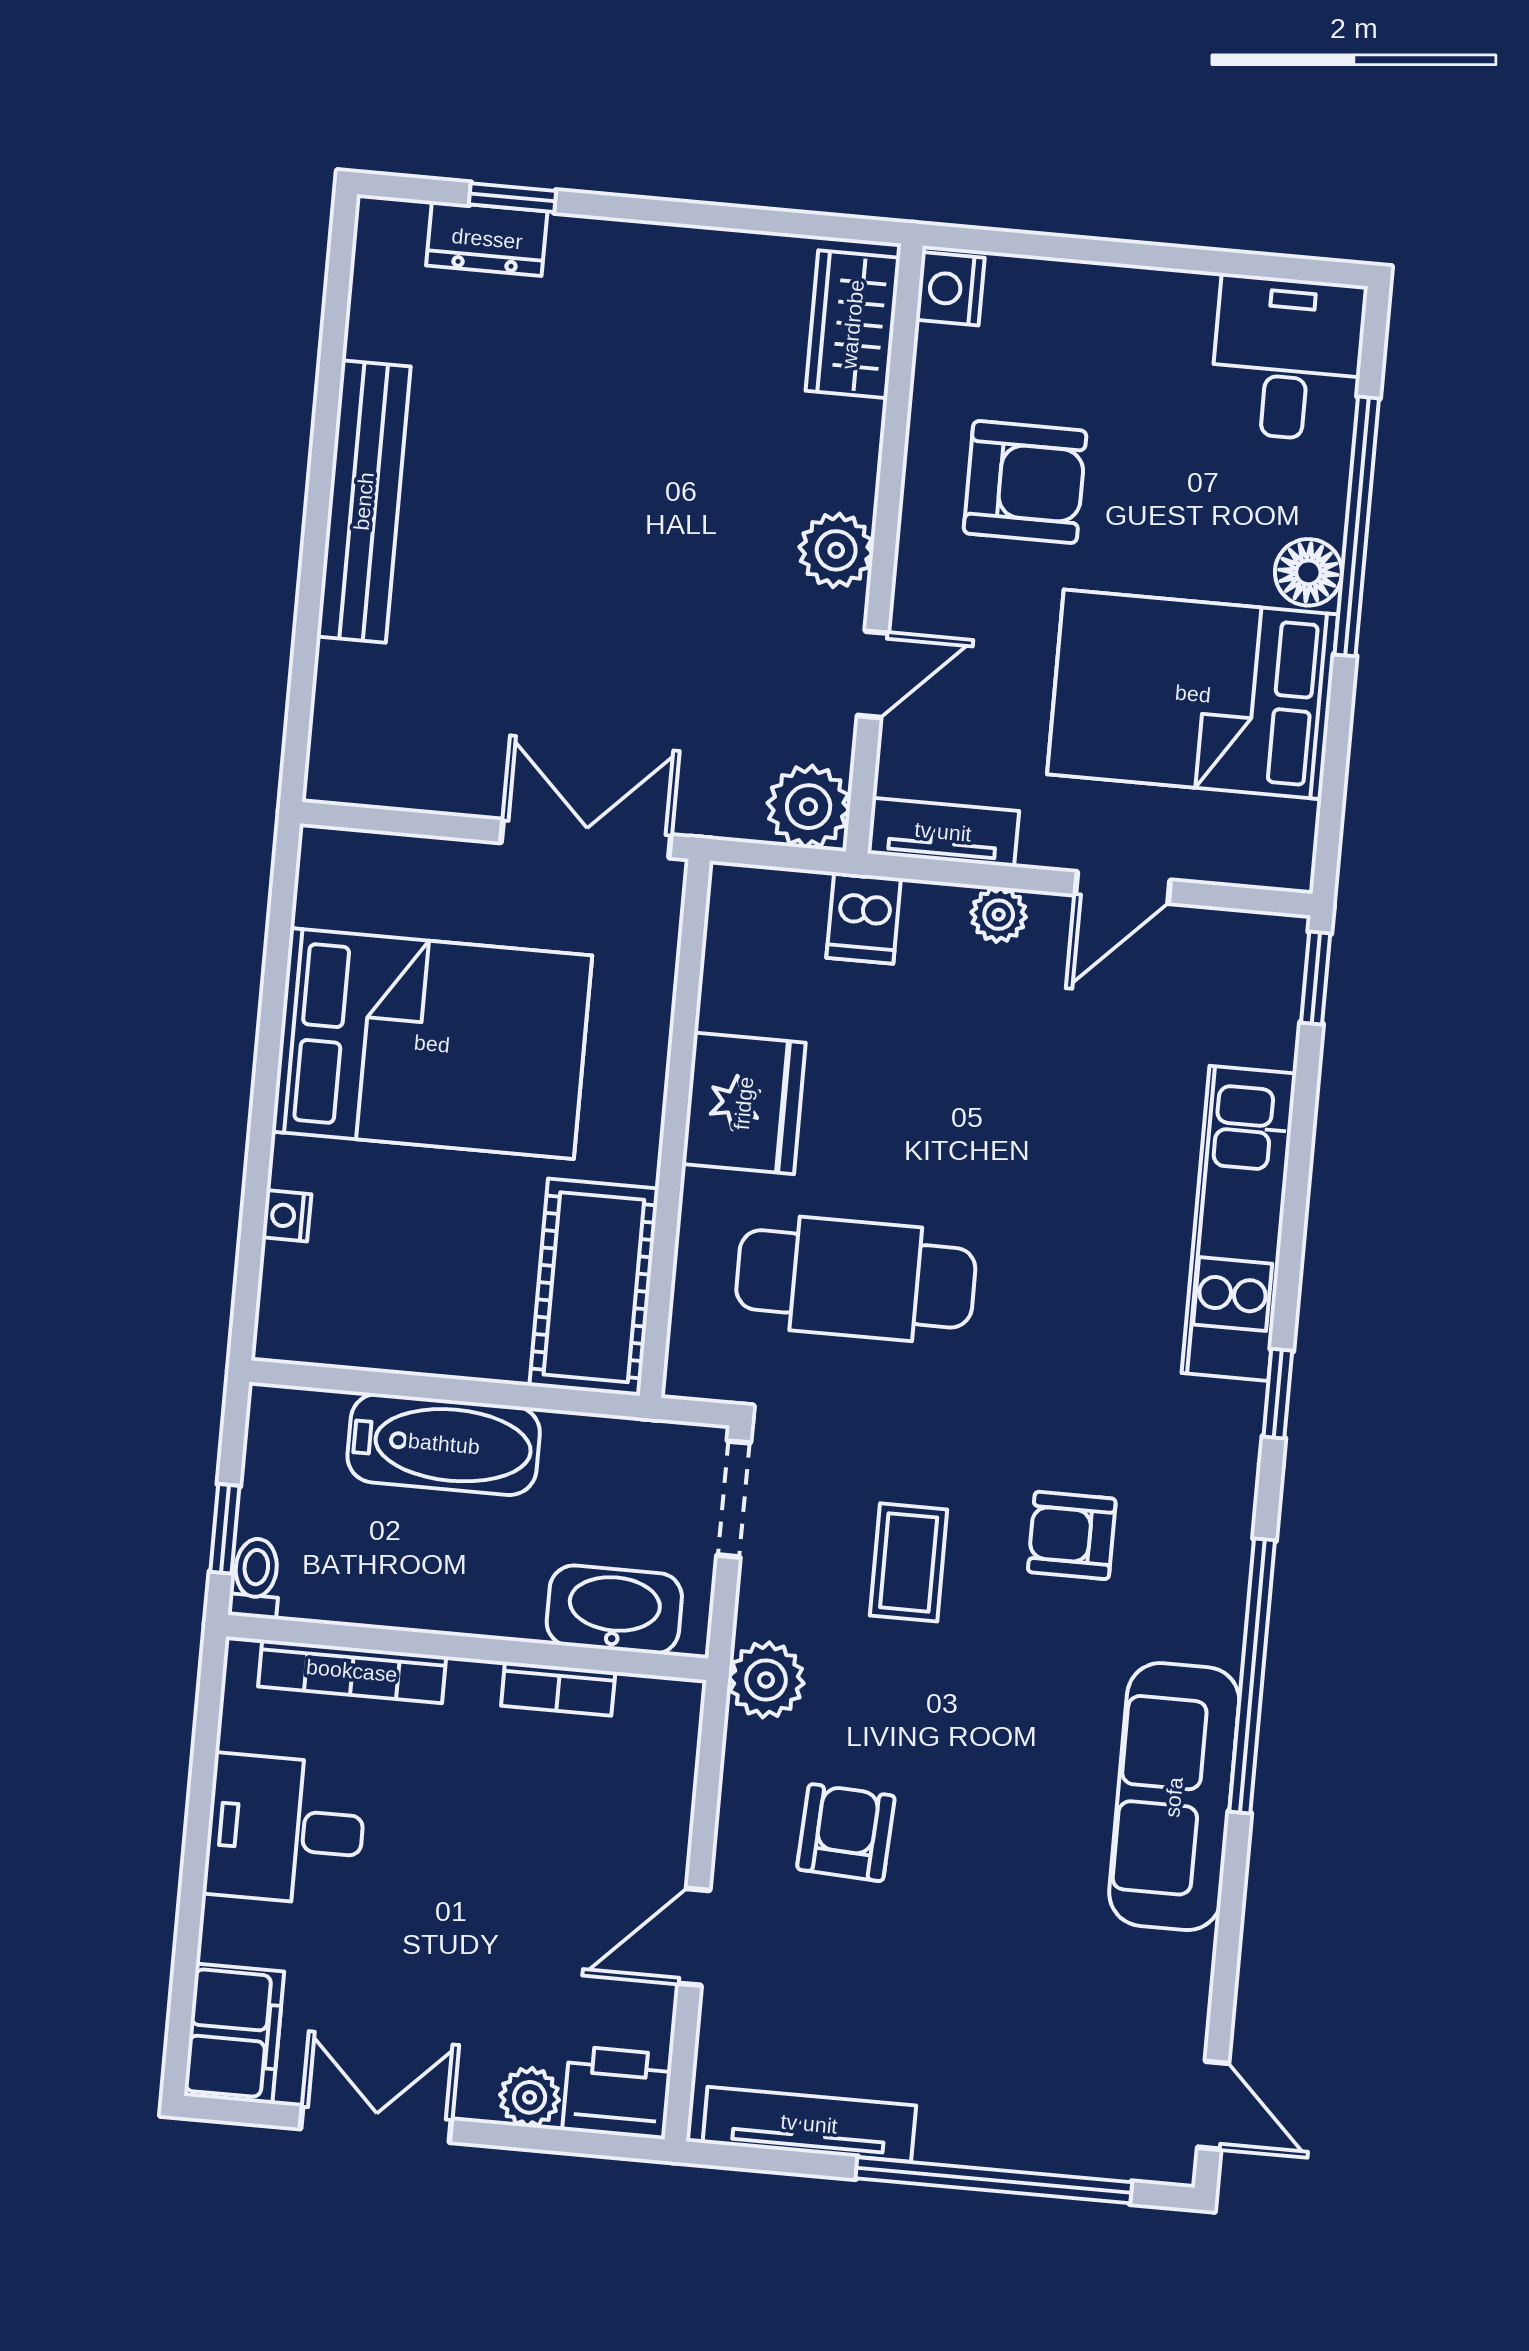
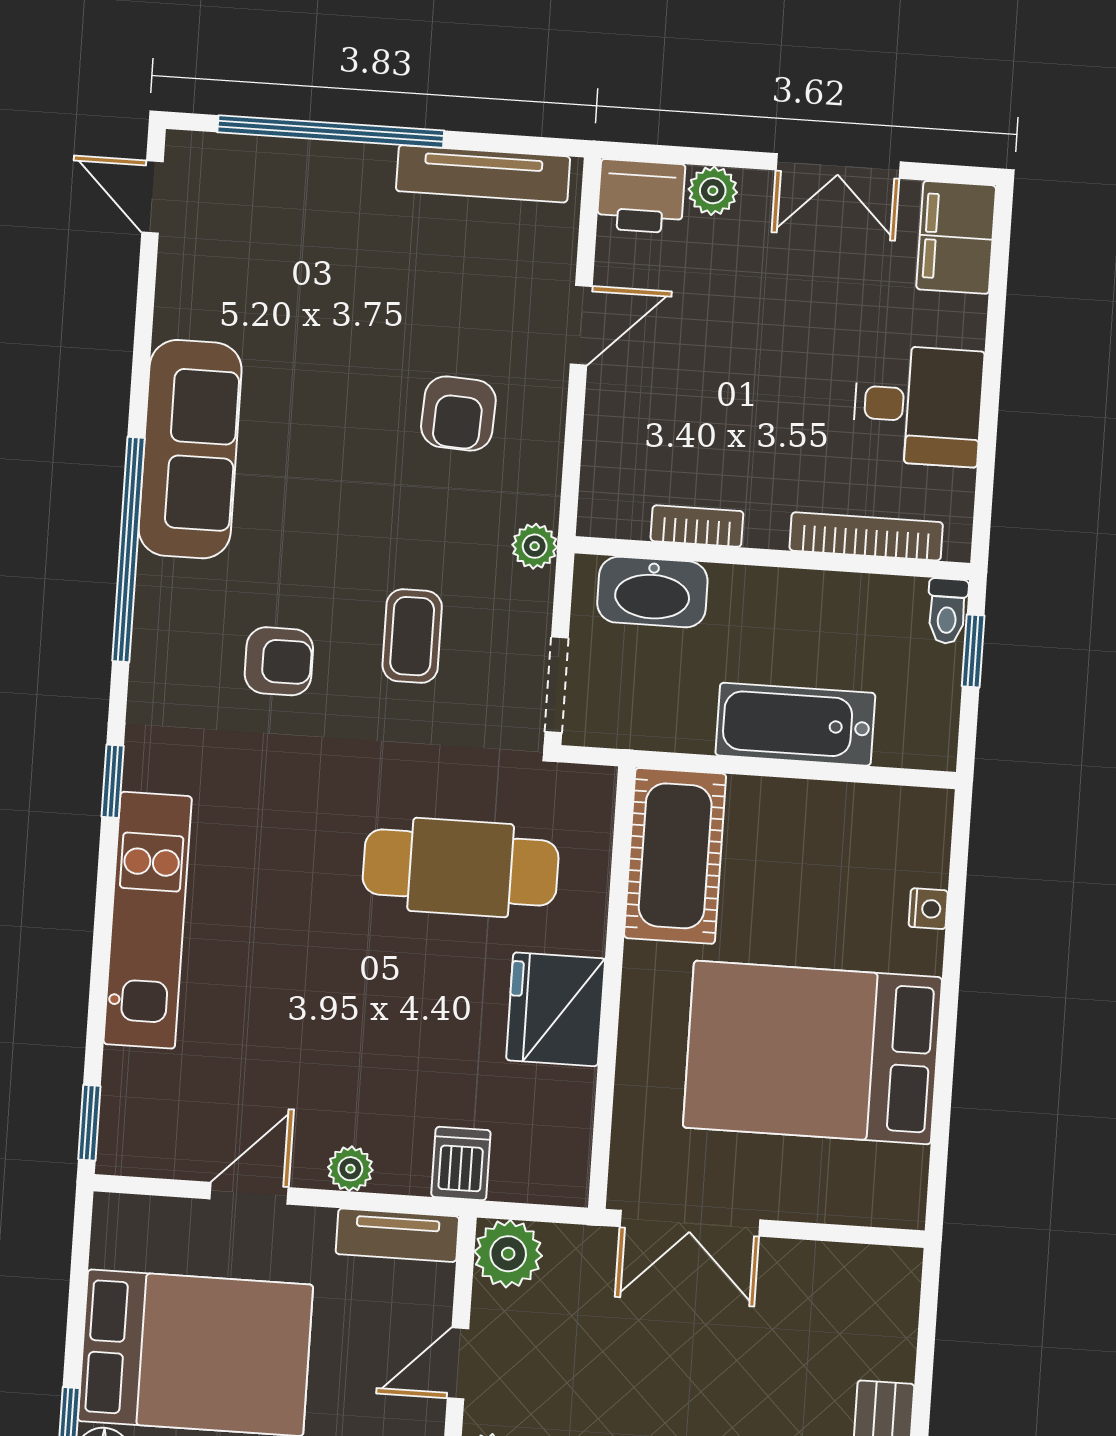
plant: (766, 1680) -> (535, 546), width x0.73, depth x0.73

